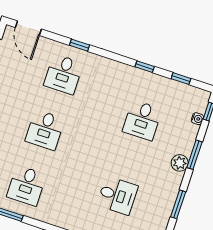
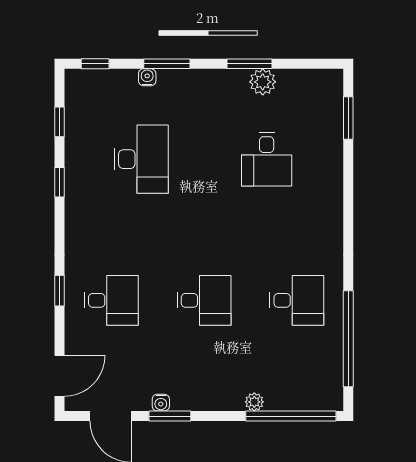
water cooler: (197, 119) -> (147, 77), moved
desk: (142, 120) -> (141, 159), width x1.37
plant: (180, 163) -> (263, 82), moved
desk: (117, 196) -> (267, 159), turned 180

